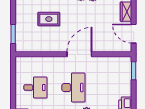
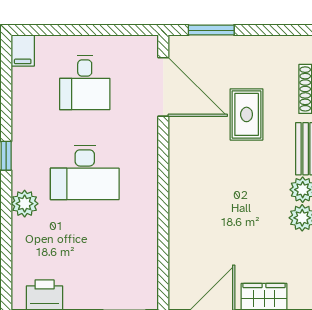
door: (79, 54) -> (163, 87), moved

